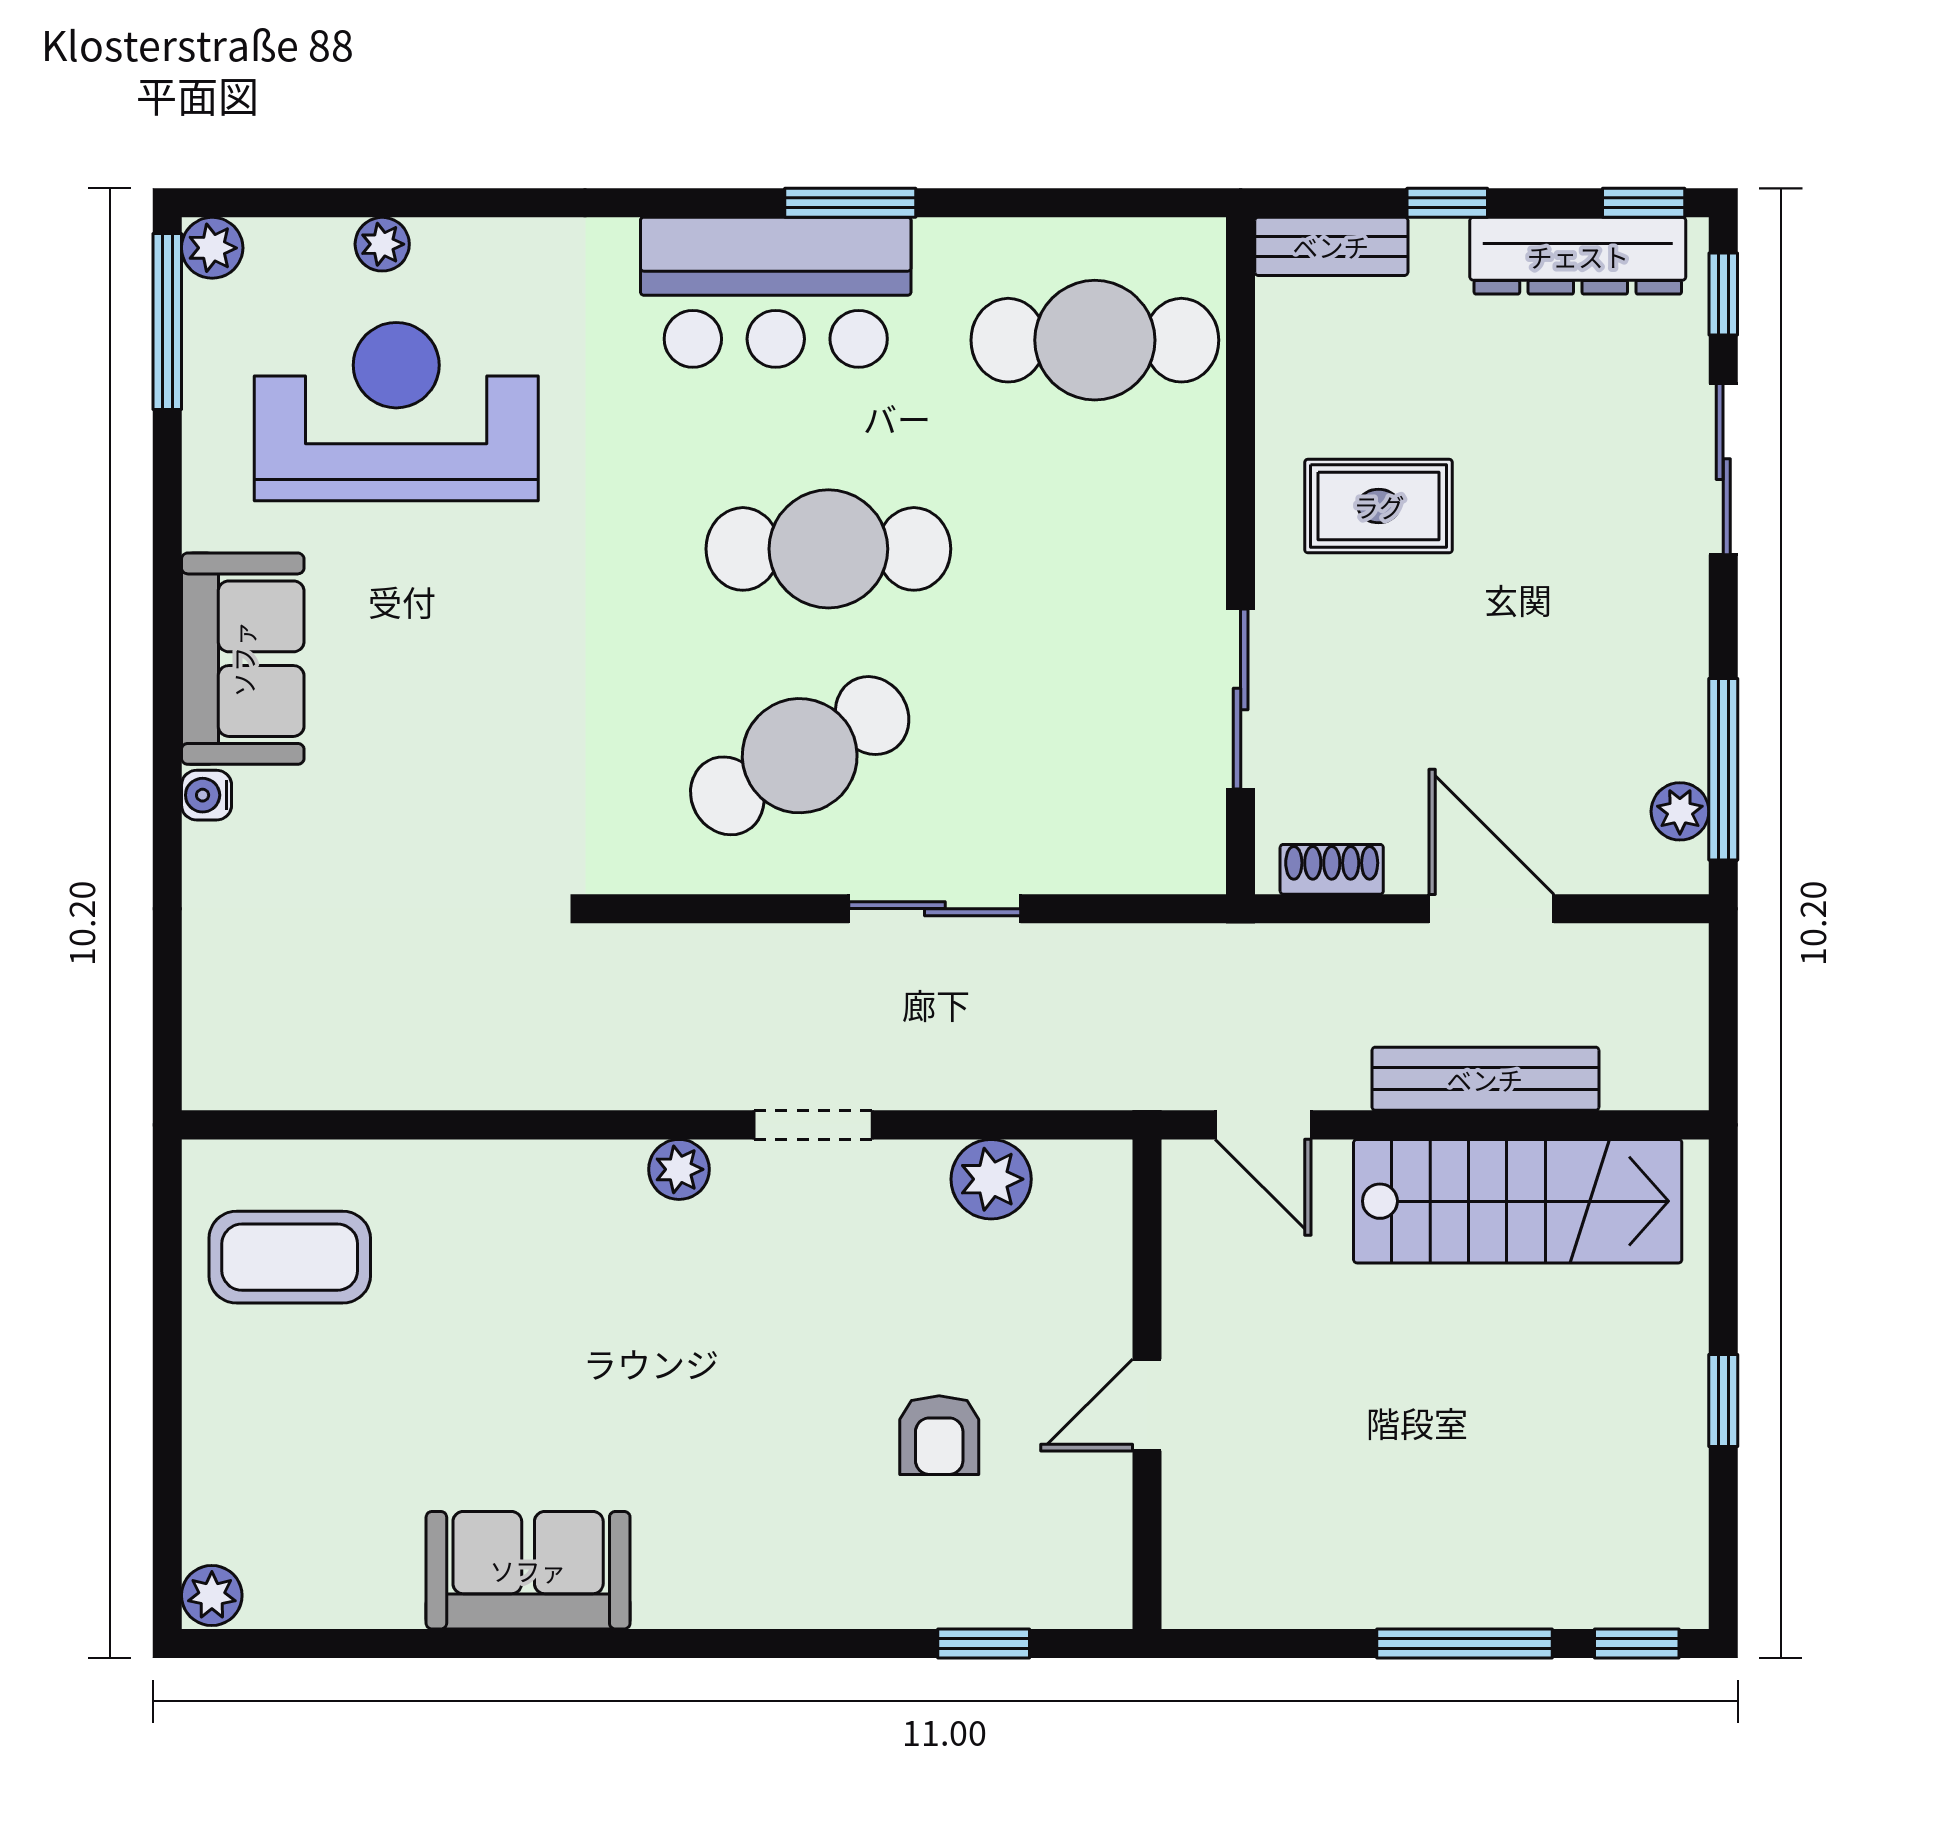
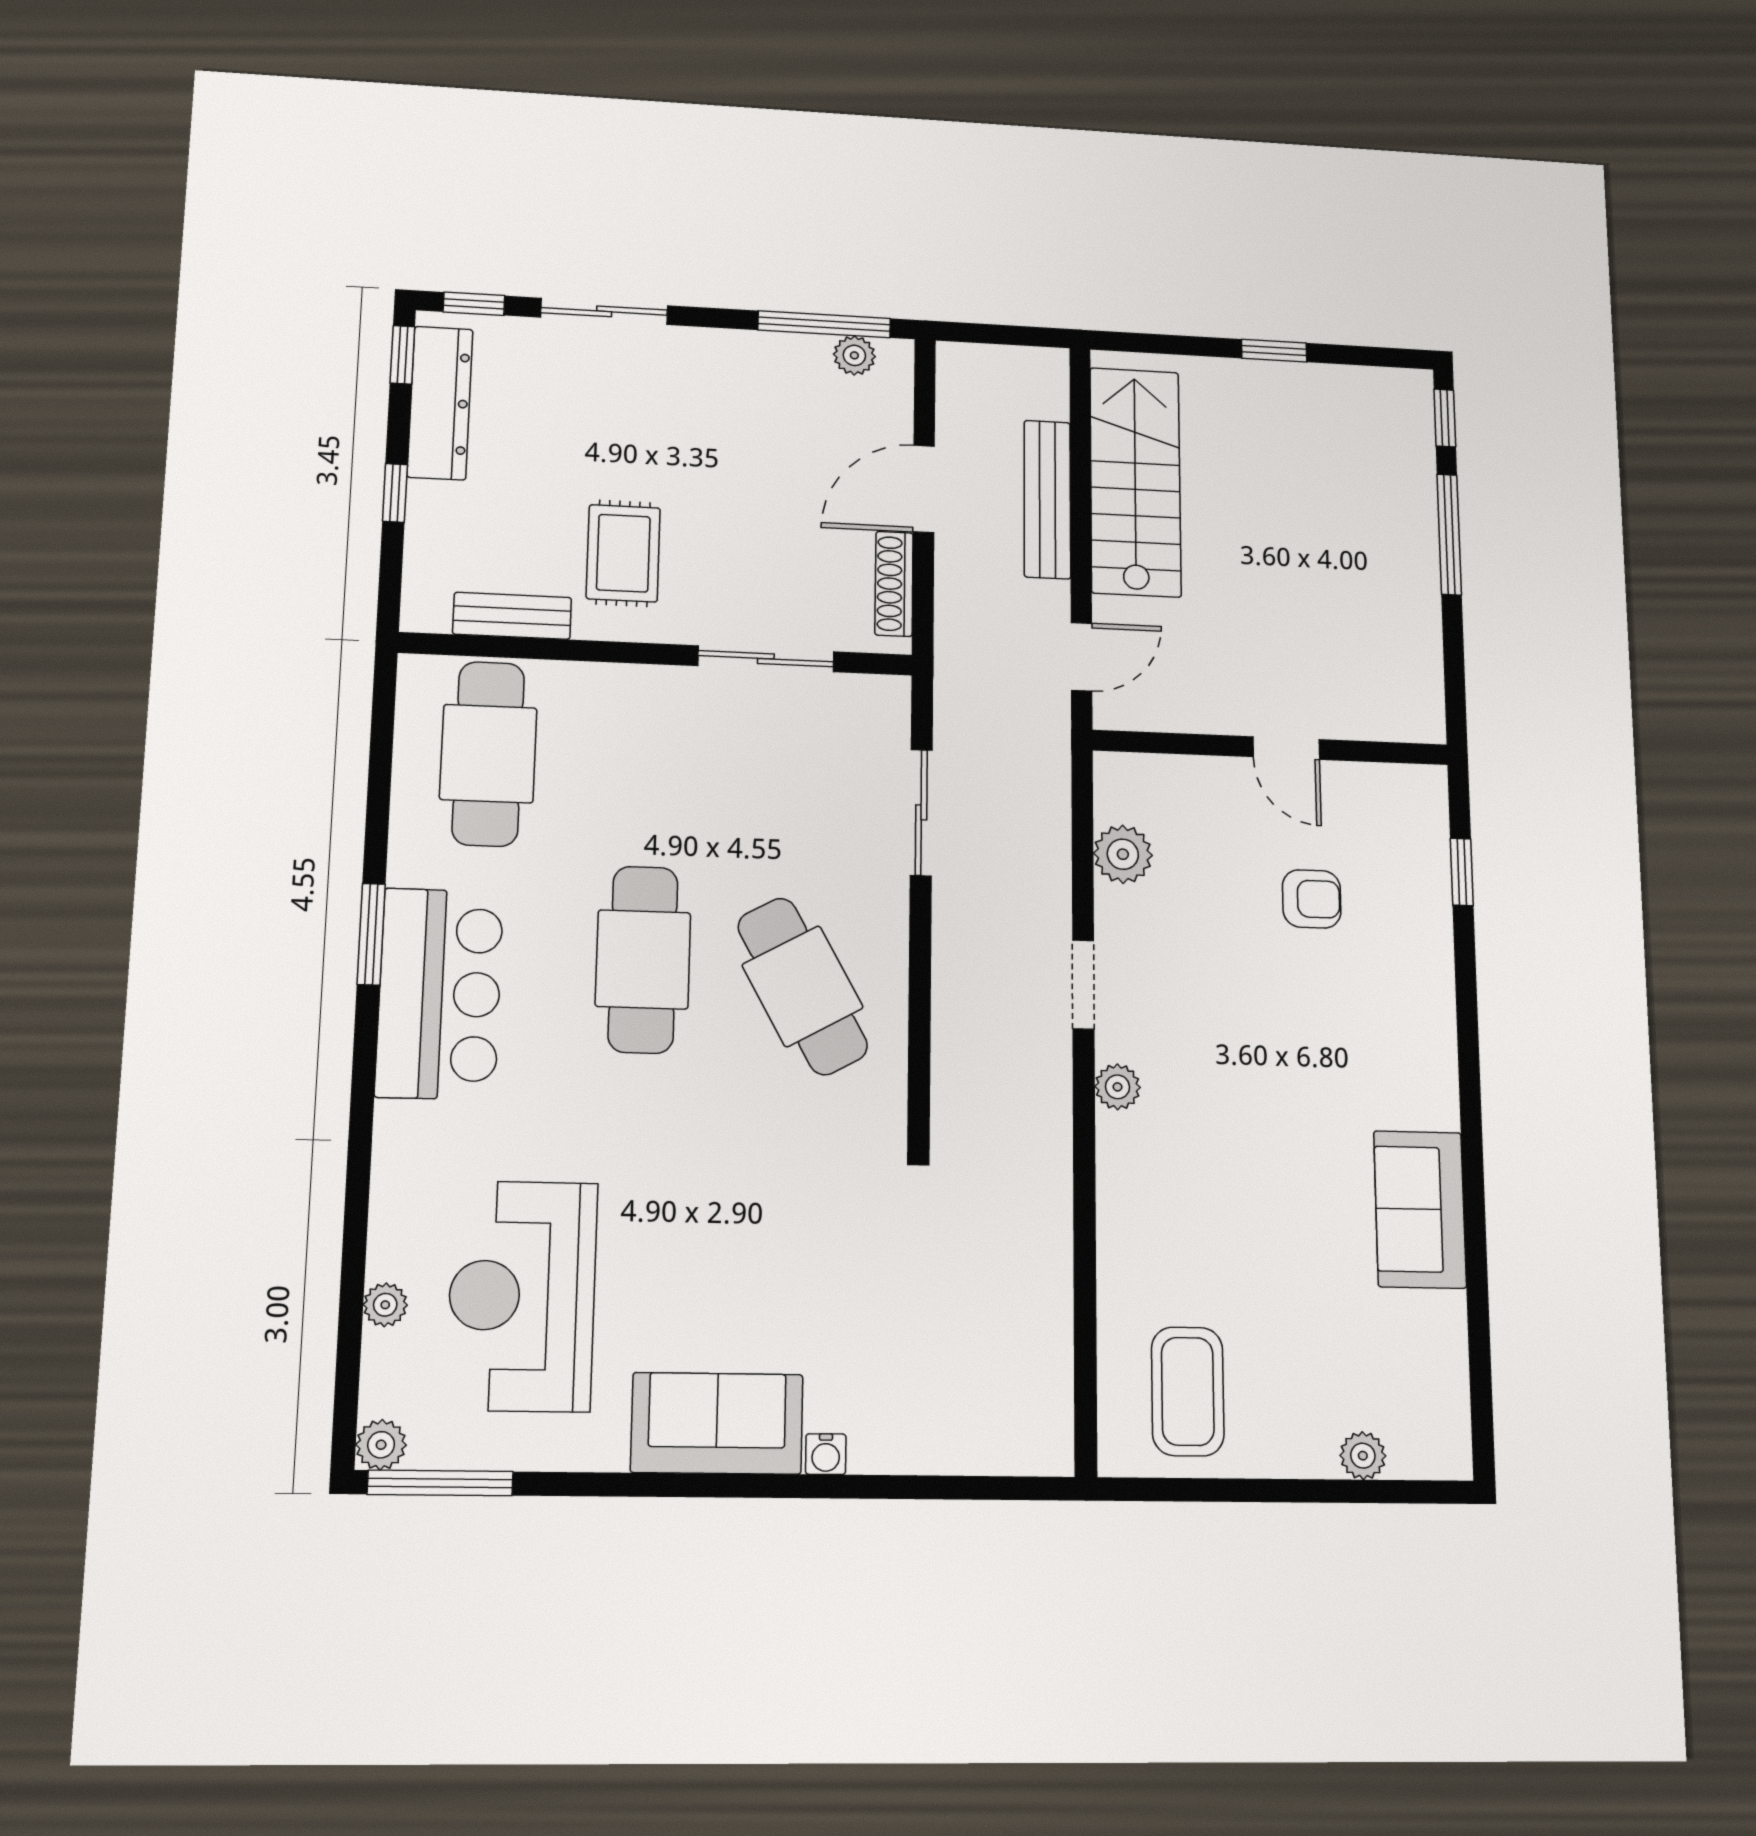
bench: (1331, 246) -> (512, 616), moved, turned 90
shoe rack: (1332, 869) -> (894, 584), width x1.43
sliding door: (935, 909) -> (921, 812), moved
plant: (212, 1595) -> (1363, 1456), moved

